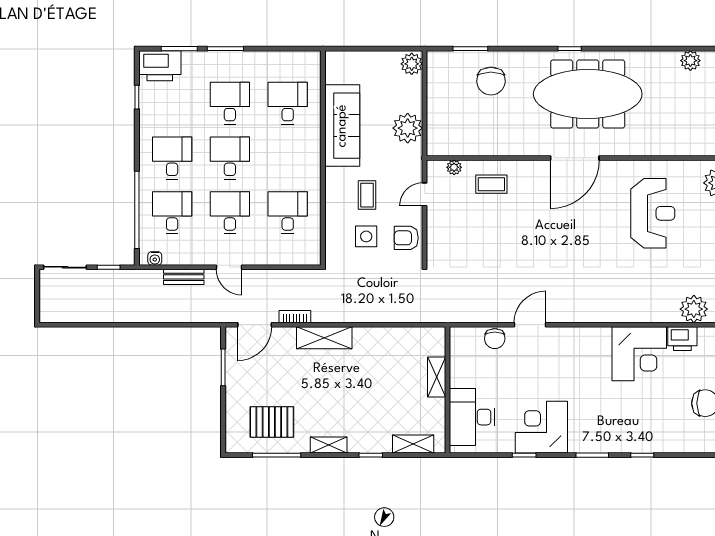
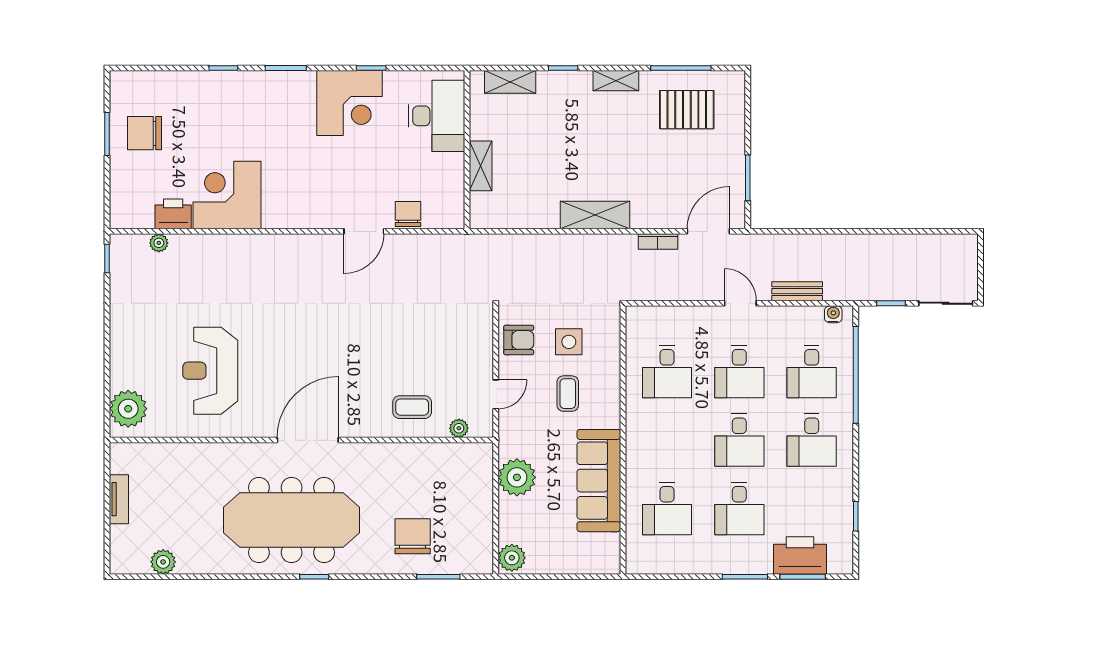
printer: (160, 66) -> (800, 555), moved
plant: (694, 309) -> (159, 243), width x0.53, depth x0.53
shelving: (324, 338) -> (595, 215), moved

